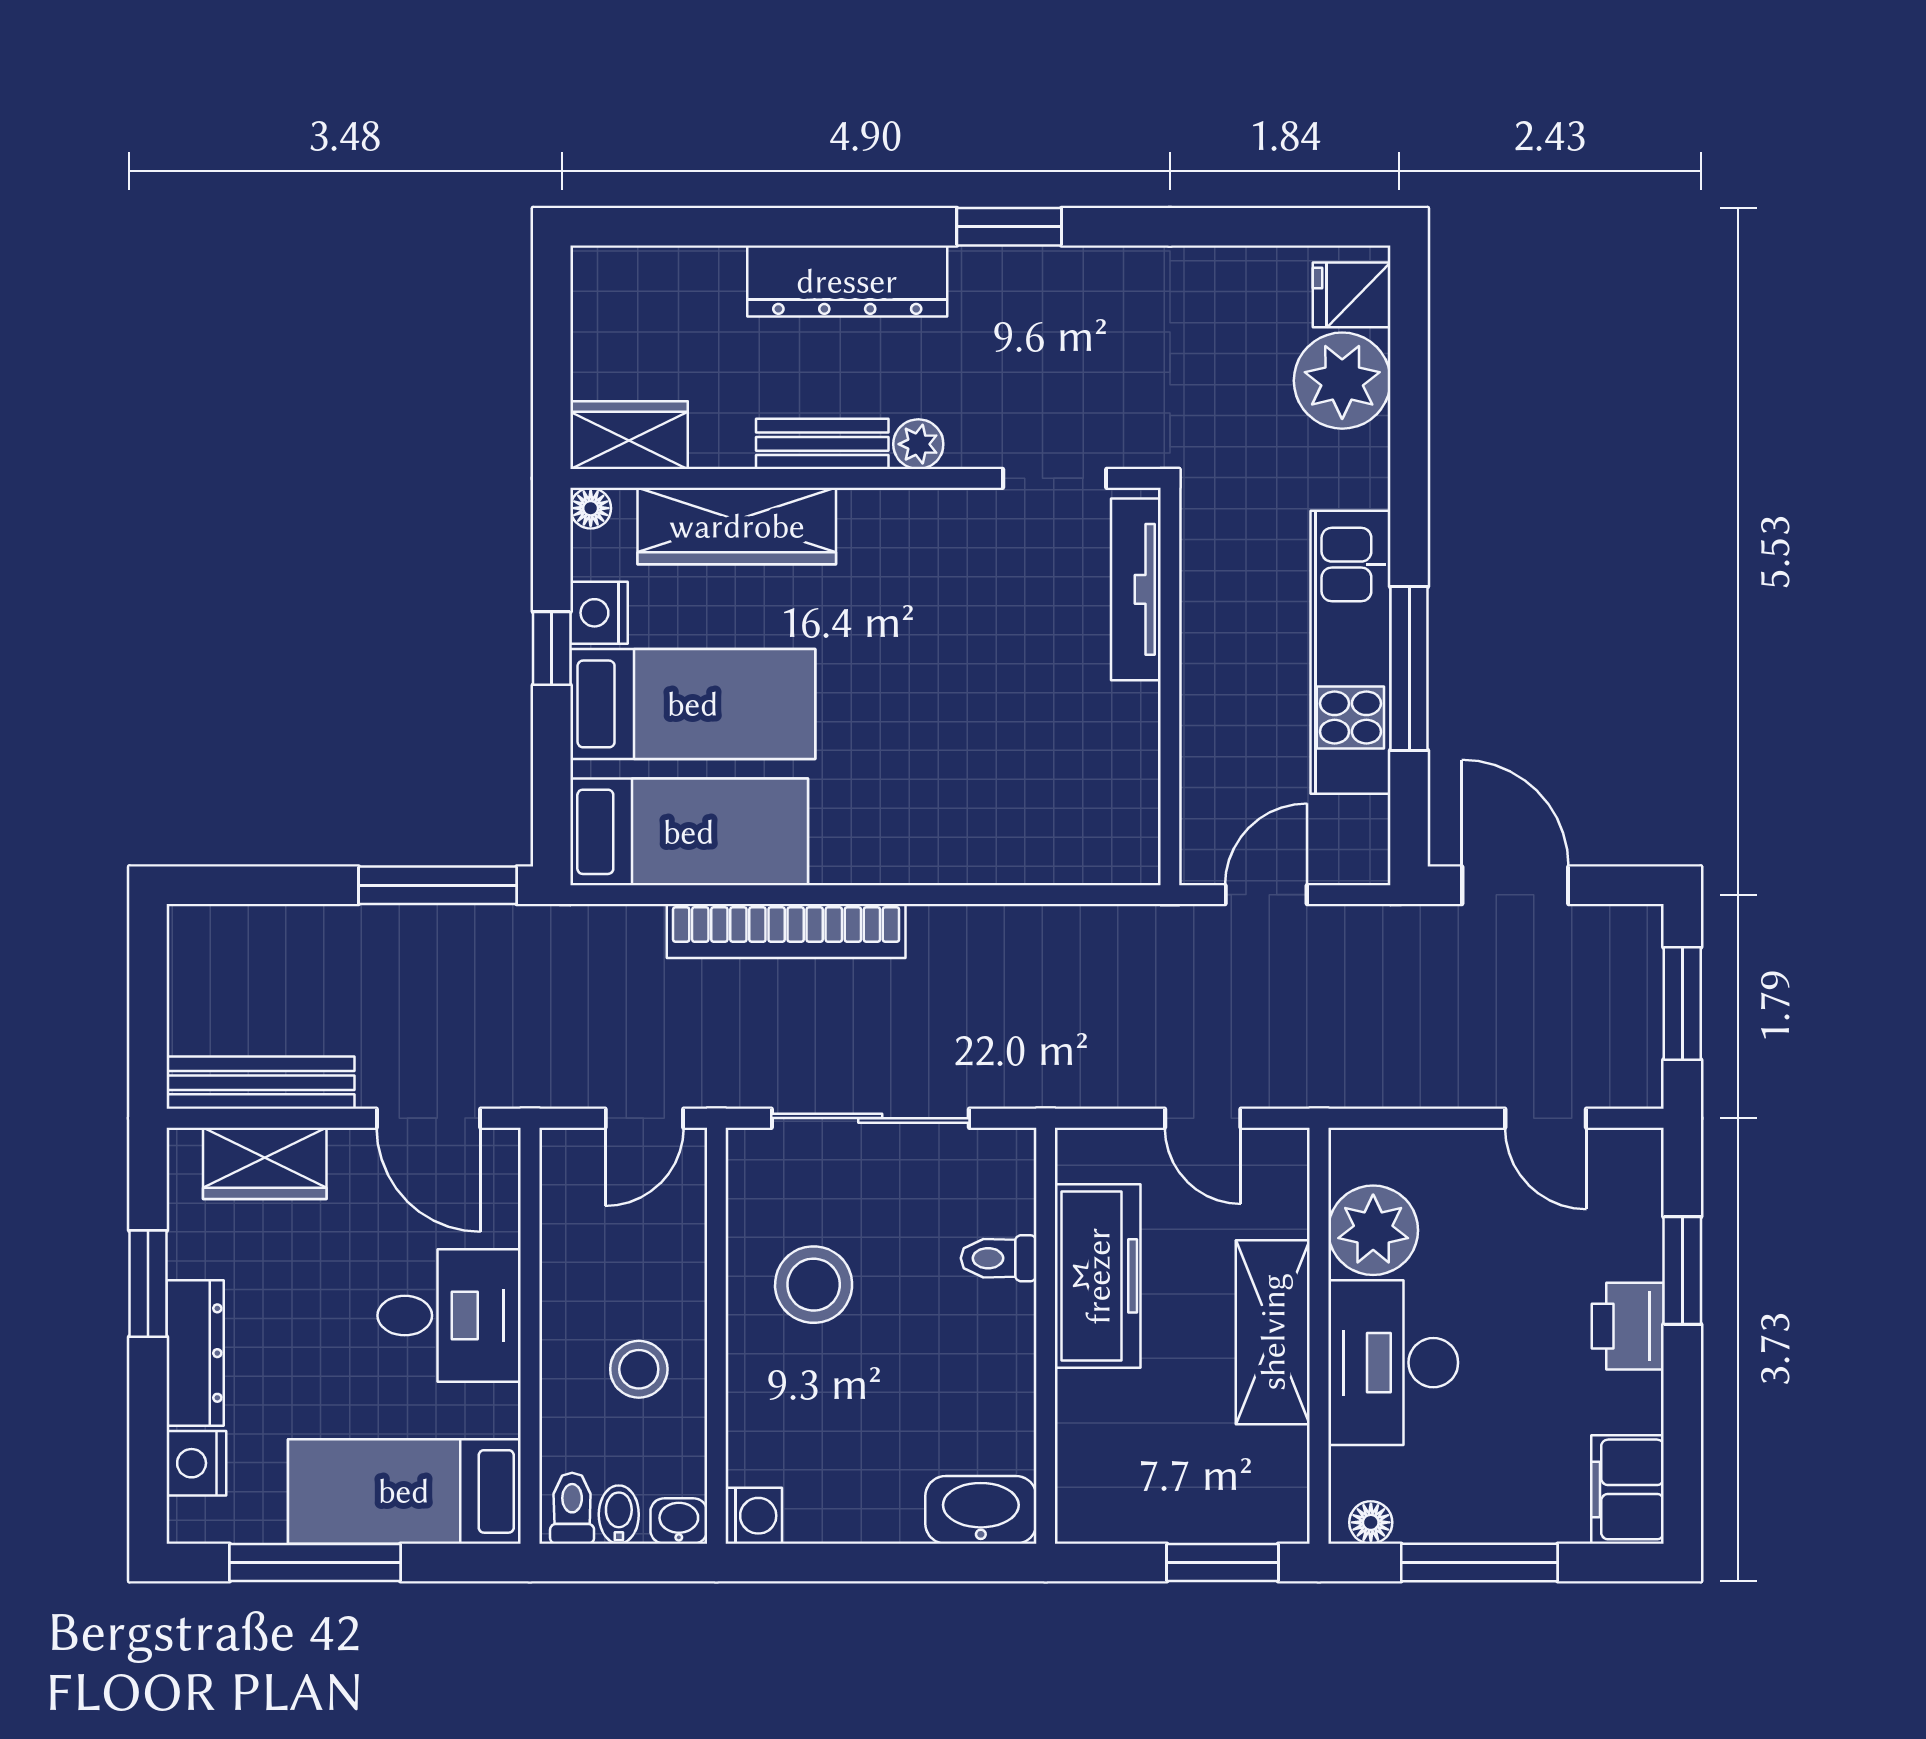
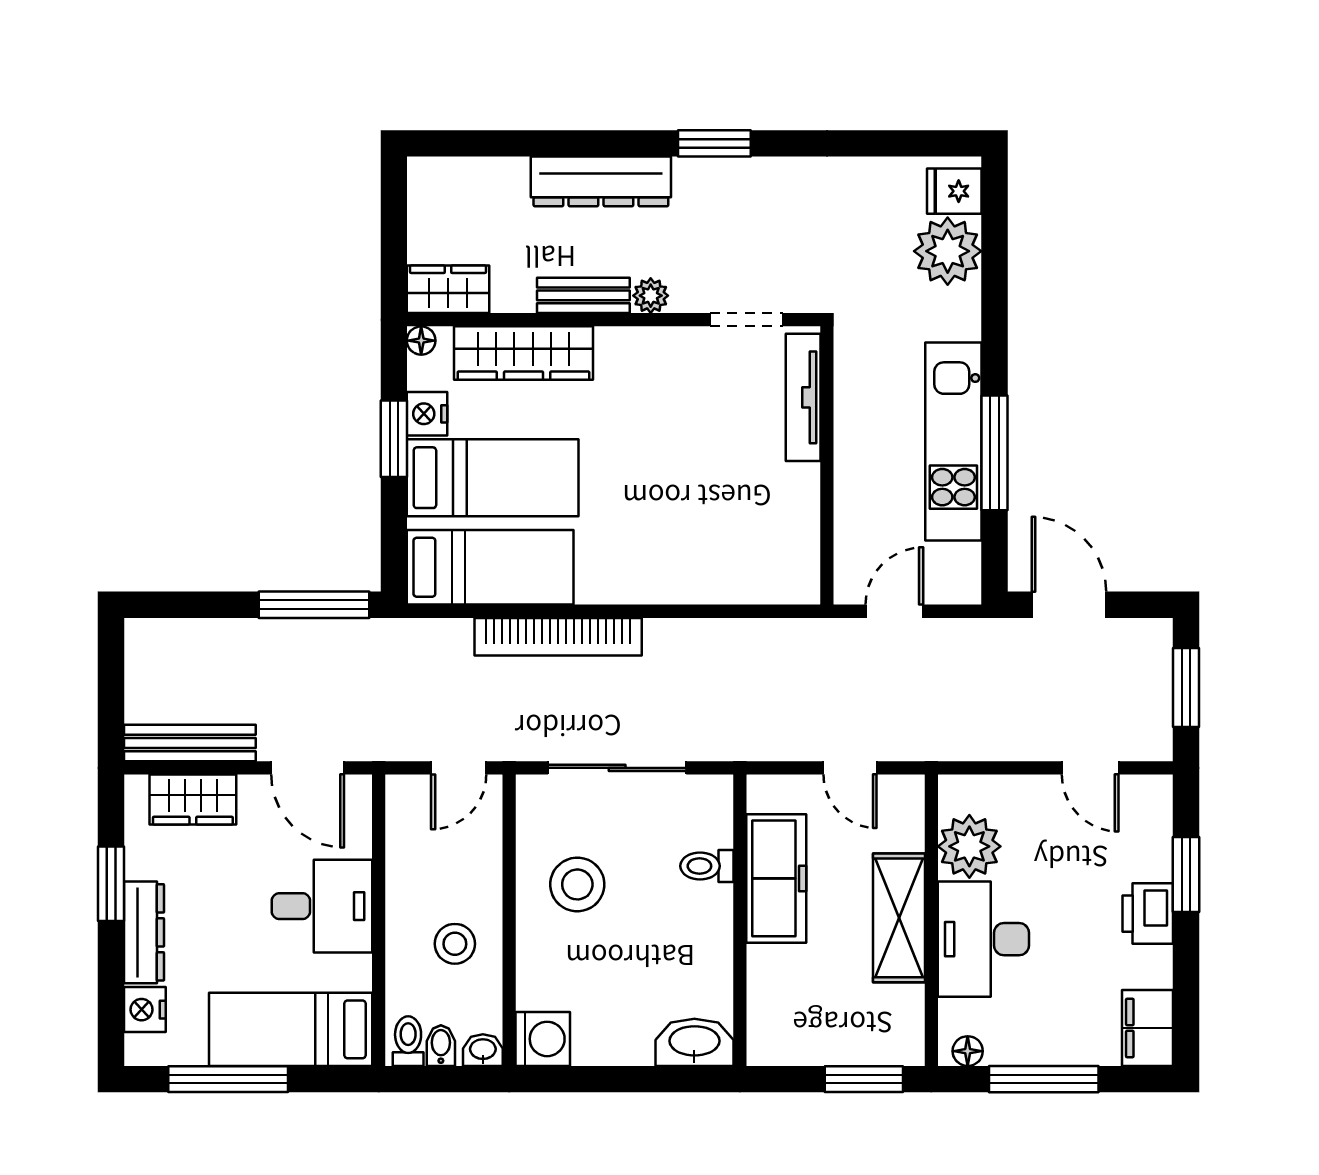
window: (552, 648) -> (394, 439), width x1.50
washing machine: (754, 1516) -> (543, 1039), width x1.38, depth x1.38

